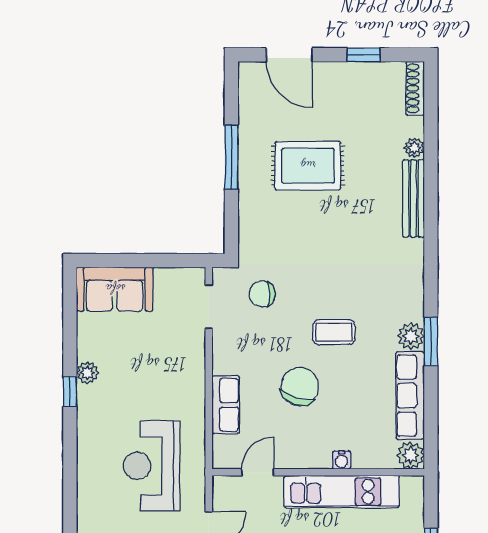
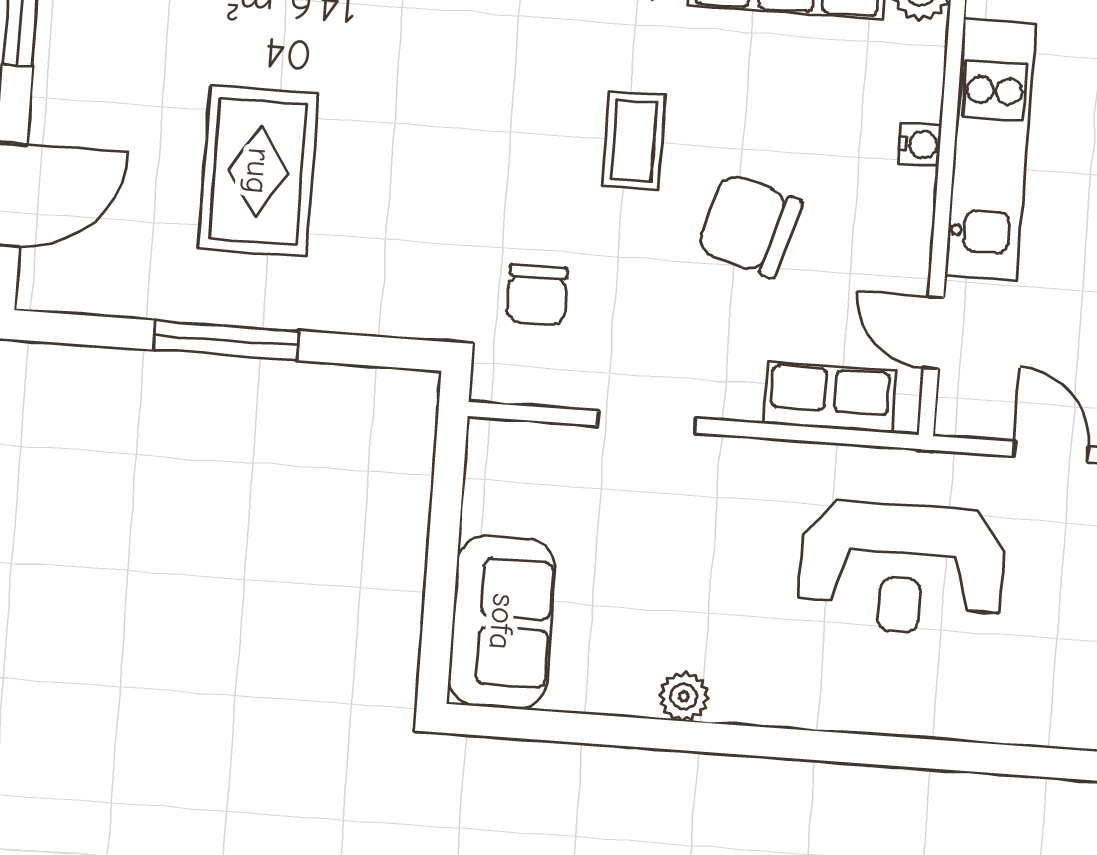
doorway: (209, 307) -> (647, 422), moved
window: (70, 392) -> (723, 739), removed
row of seats: (226, 405) -> (830, 397), moved

